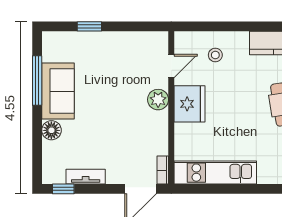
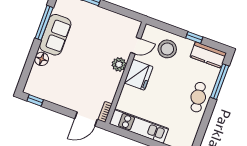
window: (246, 26) -> (194, 37), added
stool: (215, 55) -> (167, 49), width x1.89, depth x1.89
tv unit: (86, 177) -> (53, 98), removed

